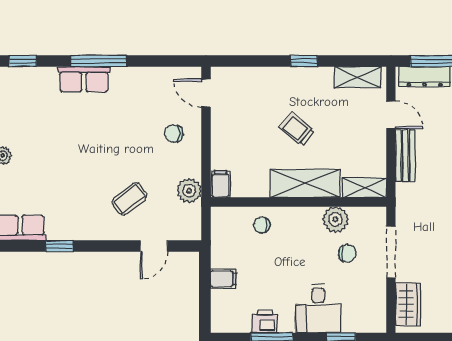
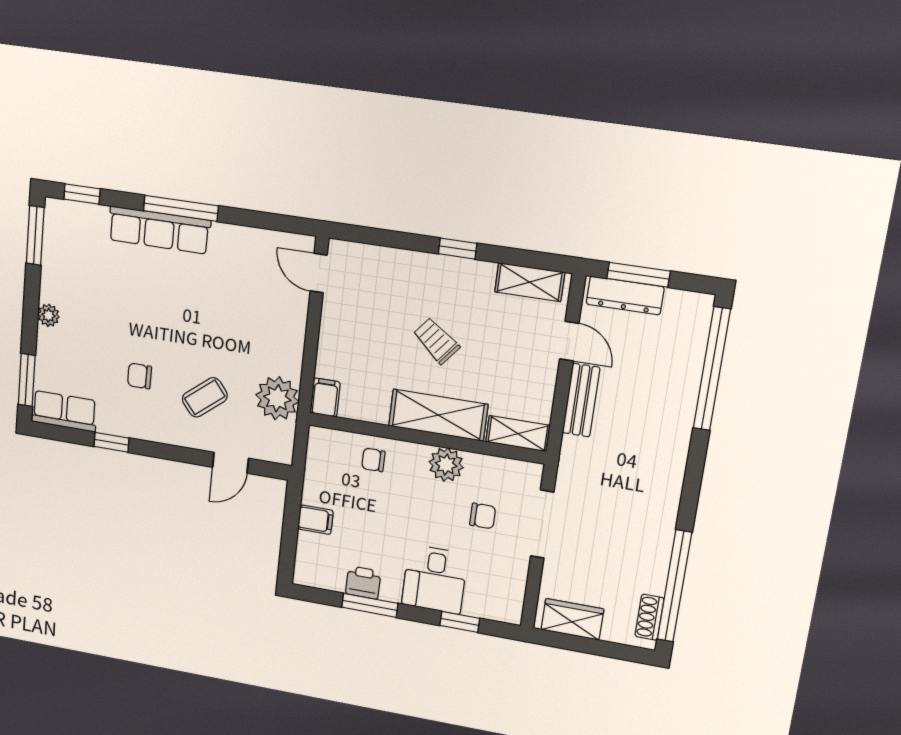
row of seats: (84, 79) -> (159, 230), width x1.48
chair: (174, 134) -> (140, 376), moved
plant: (189, 191) -> (277, 398), width x1.36, depth x1.36
plant: (335, 219) -> (446, 465), moved
wardrobe: (408, 304) -> (572, 619), moved, turned -90

